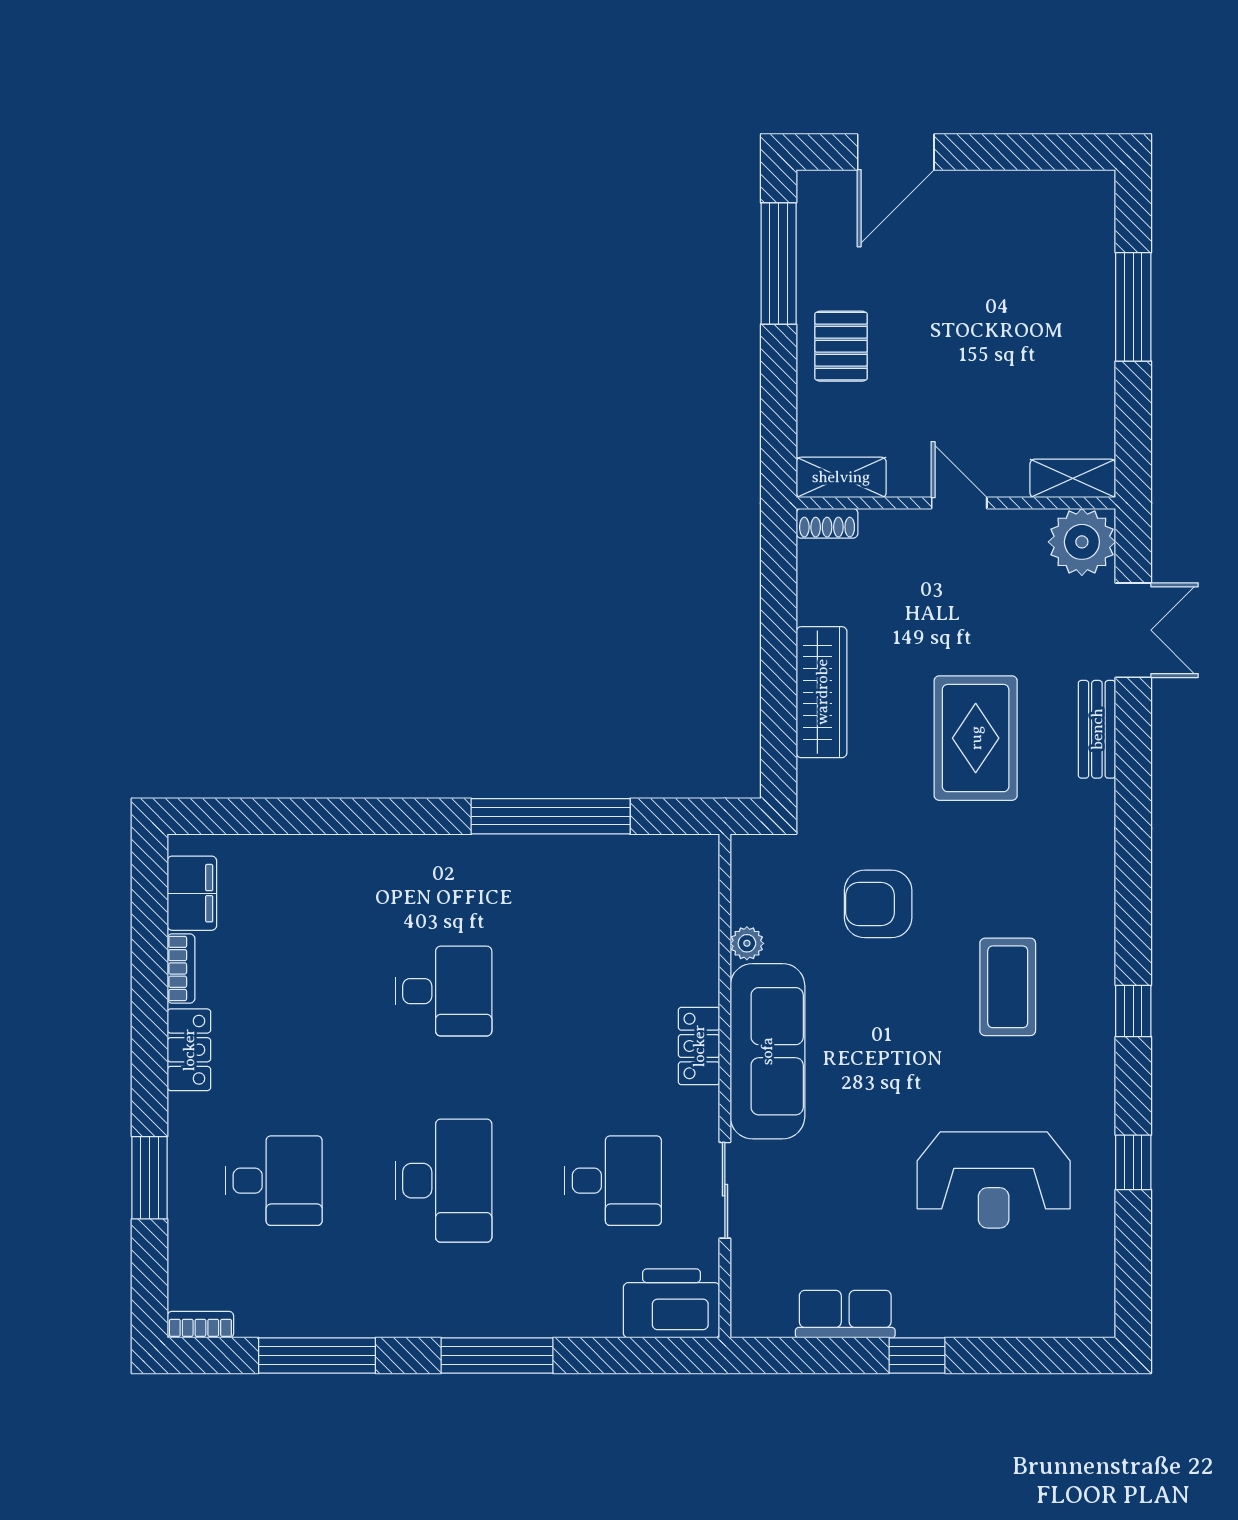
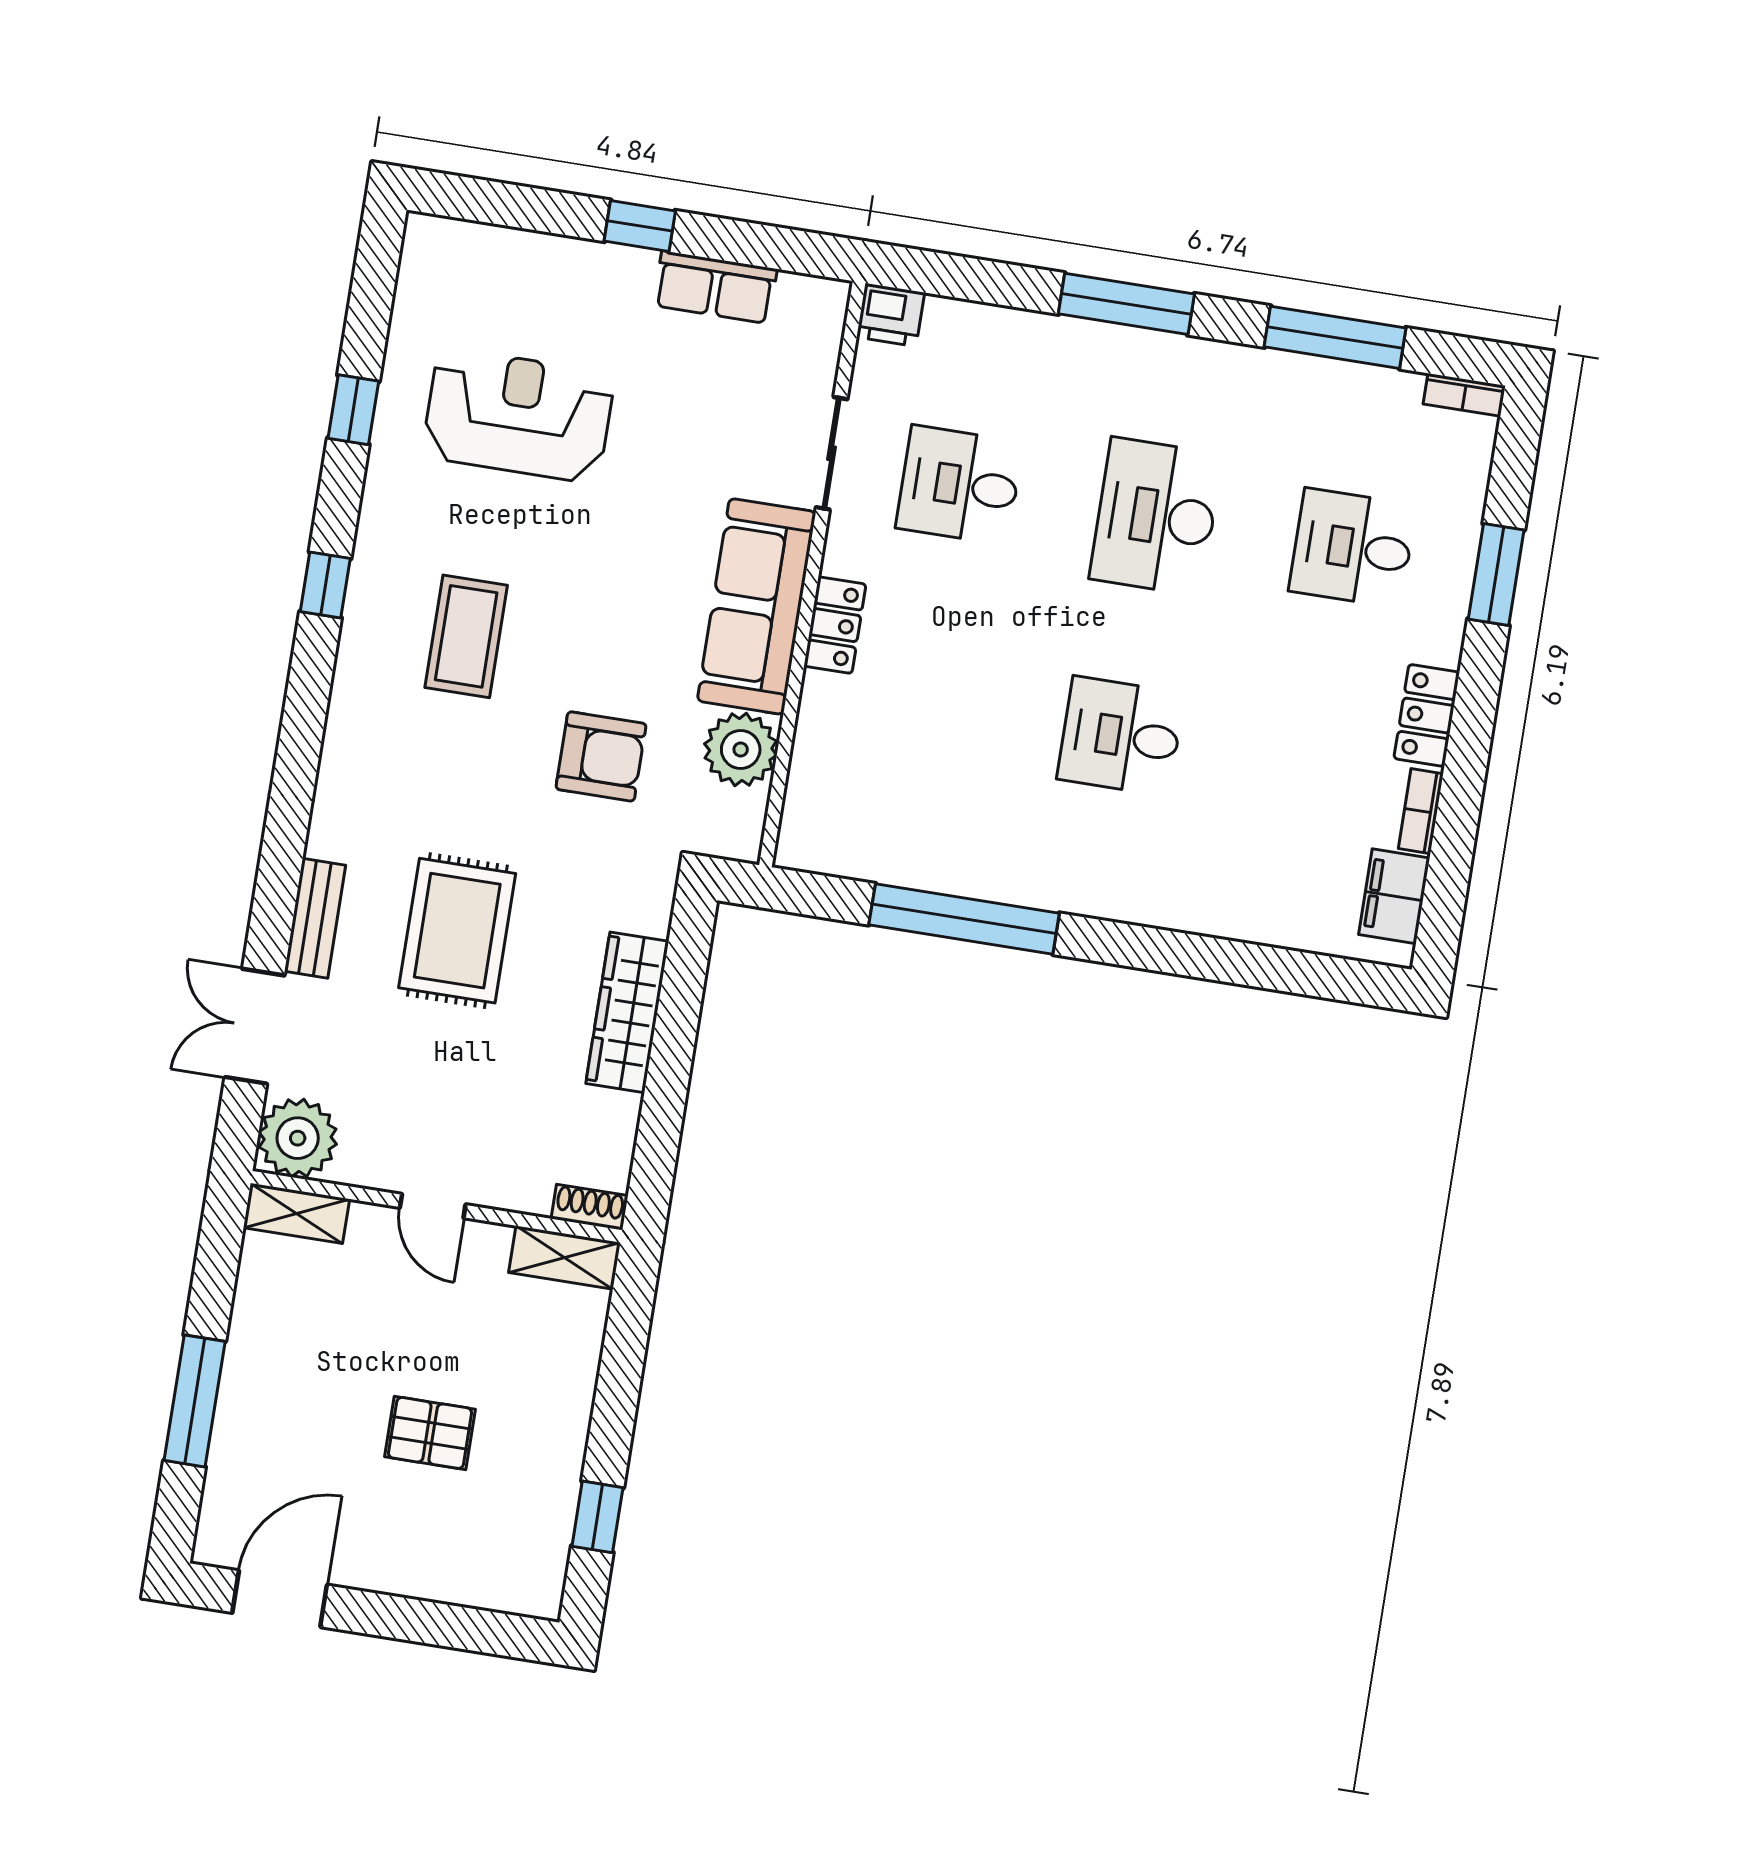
door: (896, 152) -> (280, 1599), moved
window: (779, 264) -> (597, 1517), width x0.46
pallet: (841, 346) -> (430, 1433), moved, turned 90
plant: (747, 943) -> (741, 749), width x1.88, depth x1.88
printer: (672, 1303) -> (891, 315), width x0.53, depth x0.68

